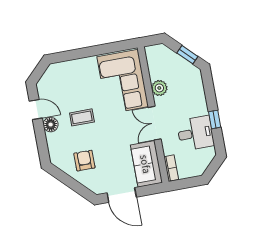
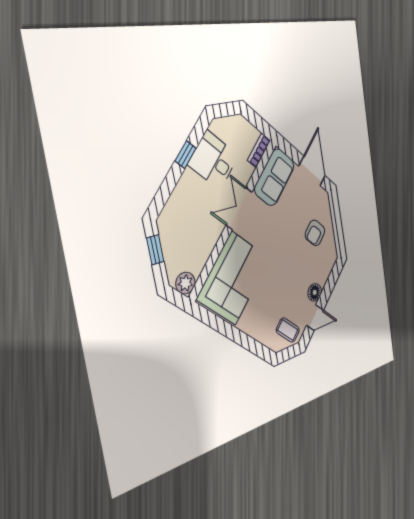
plant: (159, 88) -> (185, 283), moved
door: (36, 110) -> (315, 318), swing flipped
coffee table: (82, 117) -> (288, 330), moved
double door: (155, 123) -> (239, 208), swing flipped

